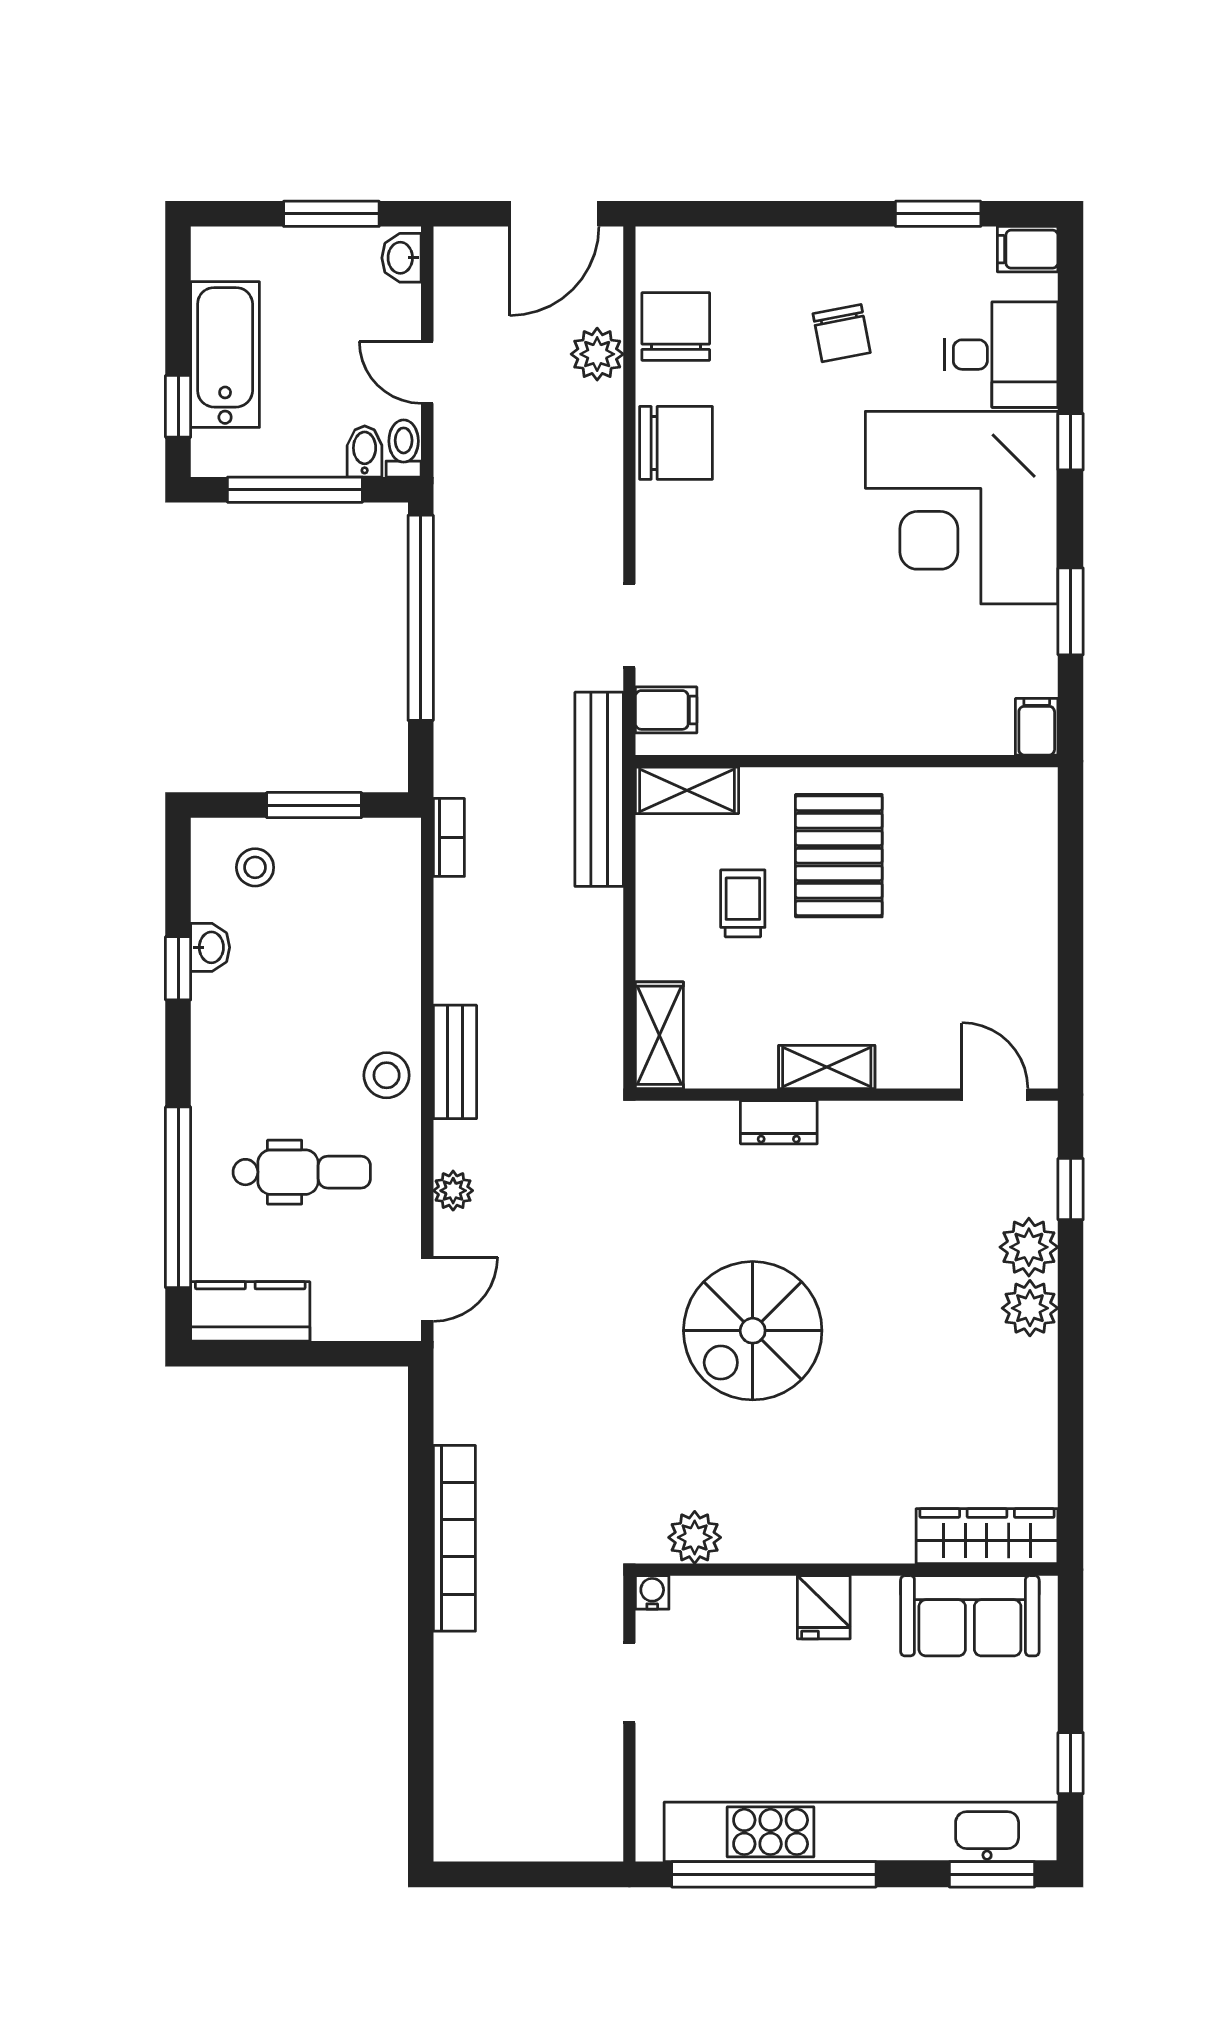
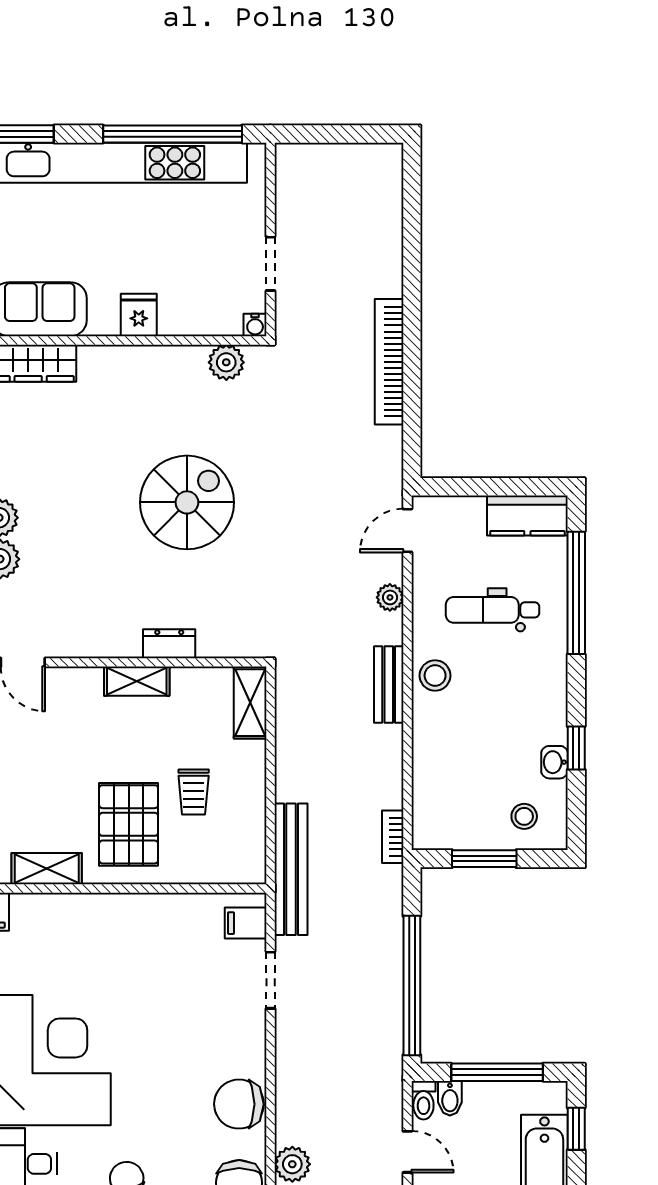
shelving: (687, 790) -> (47, 869), moved

